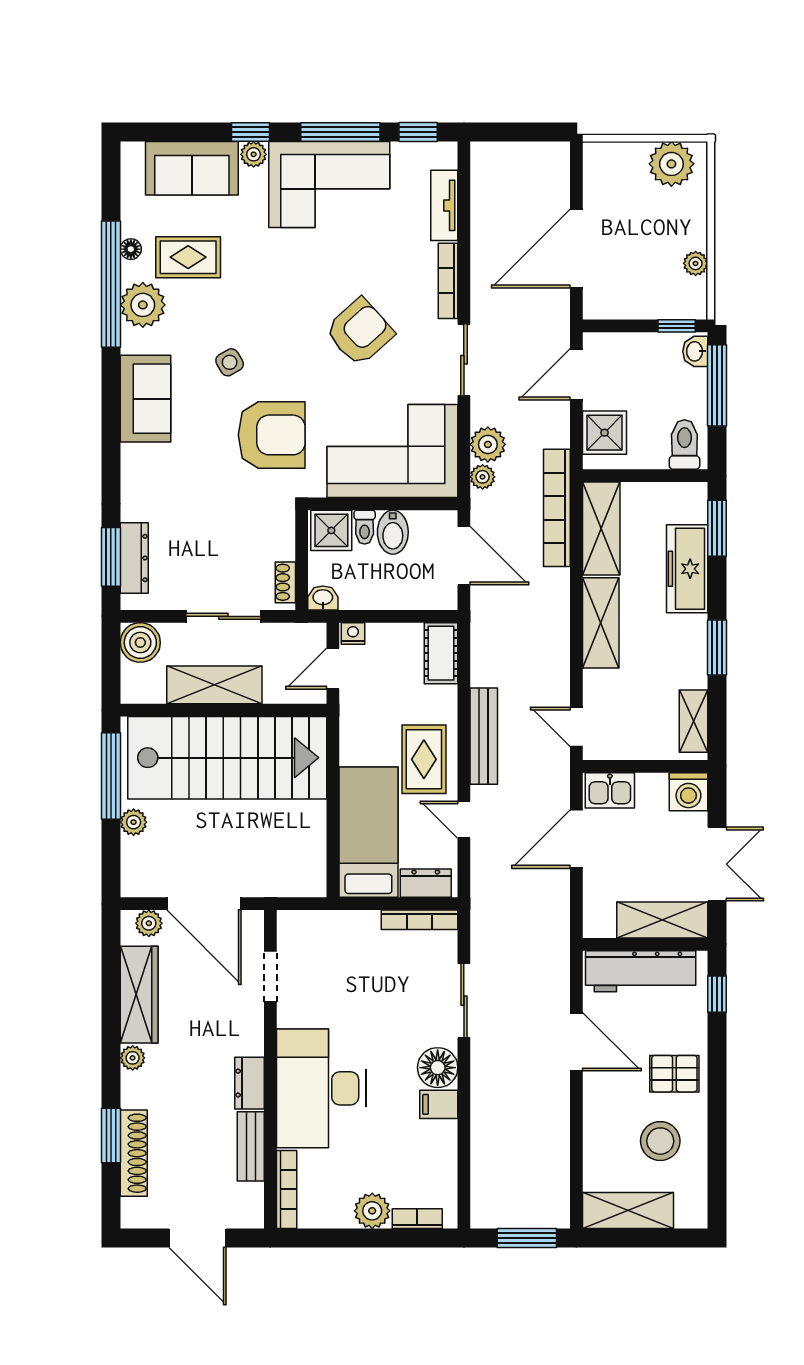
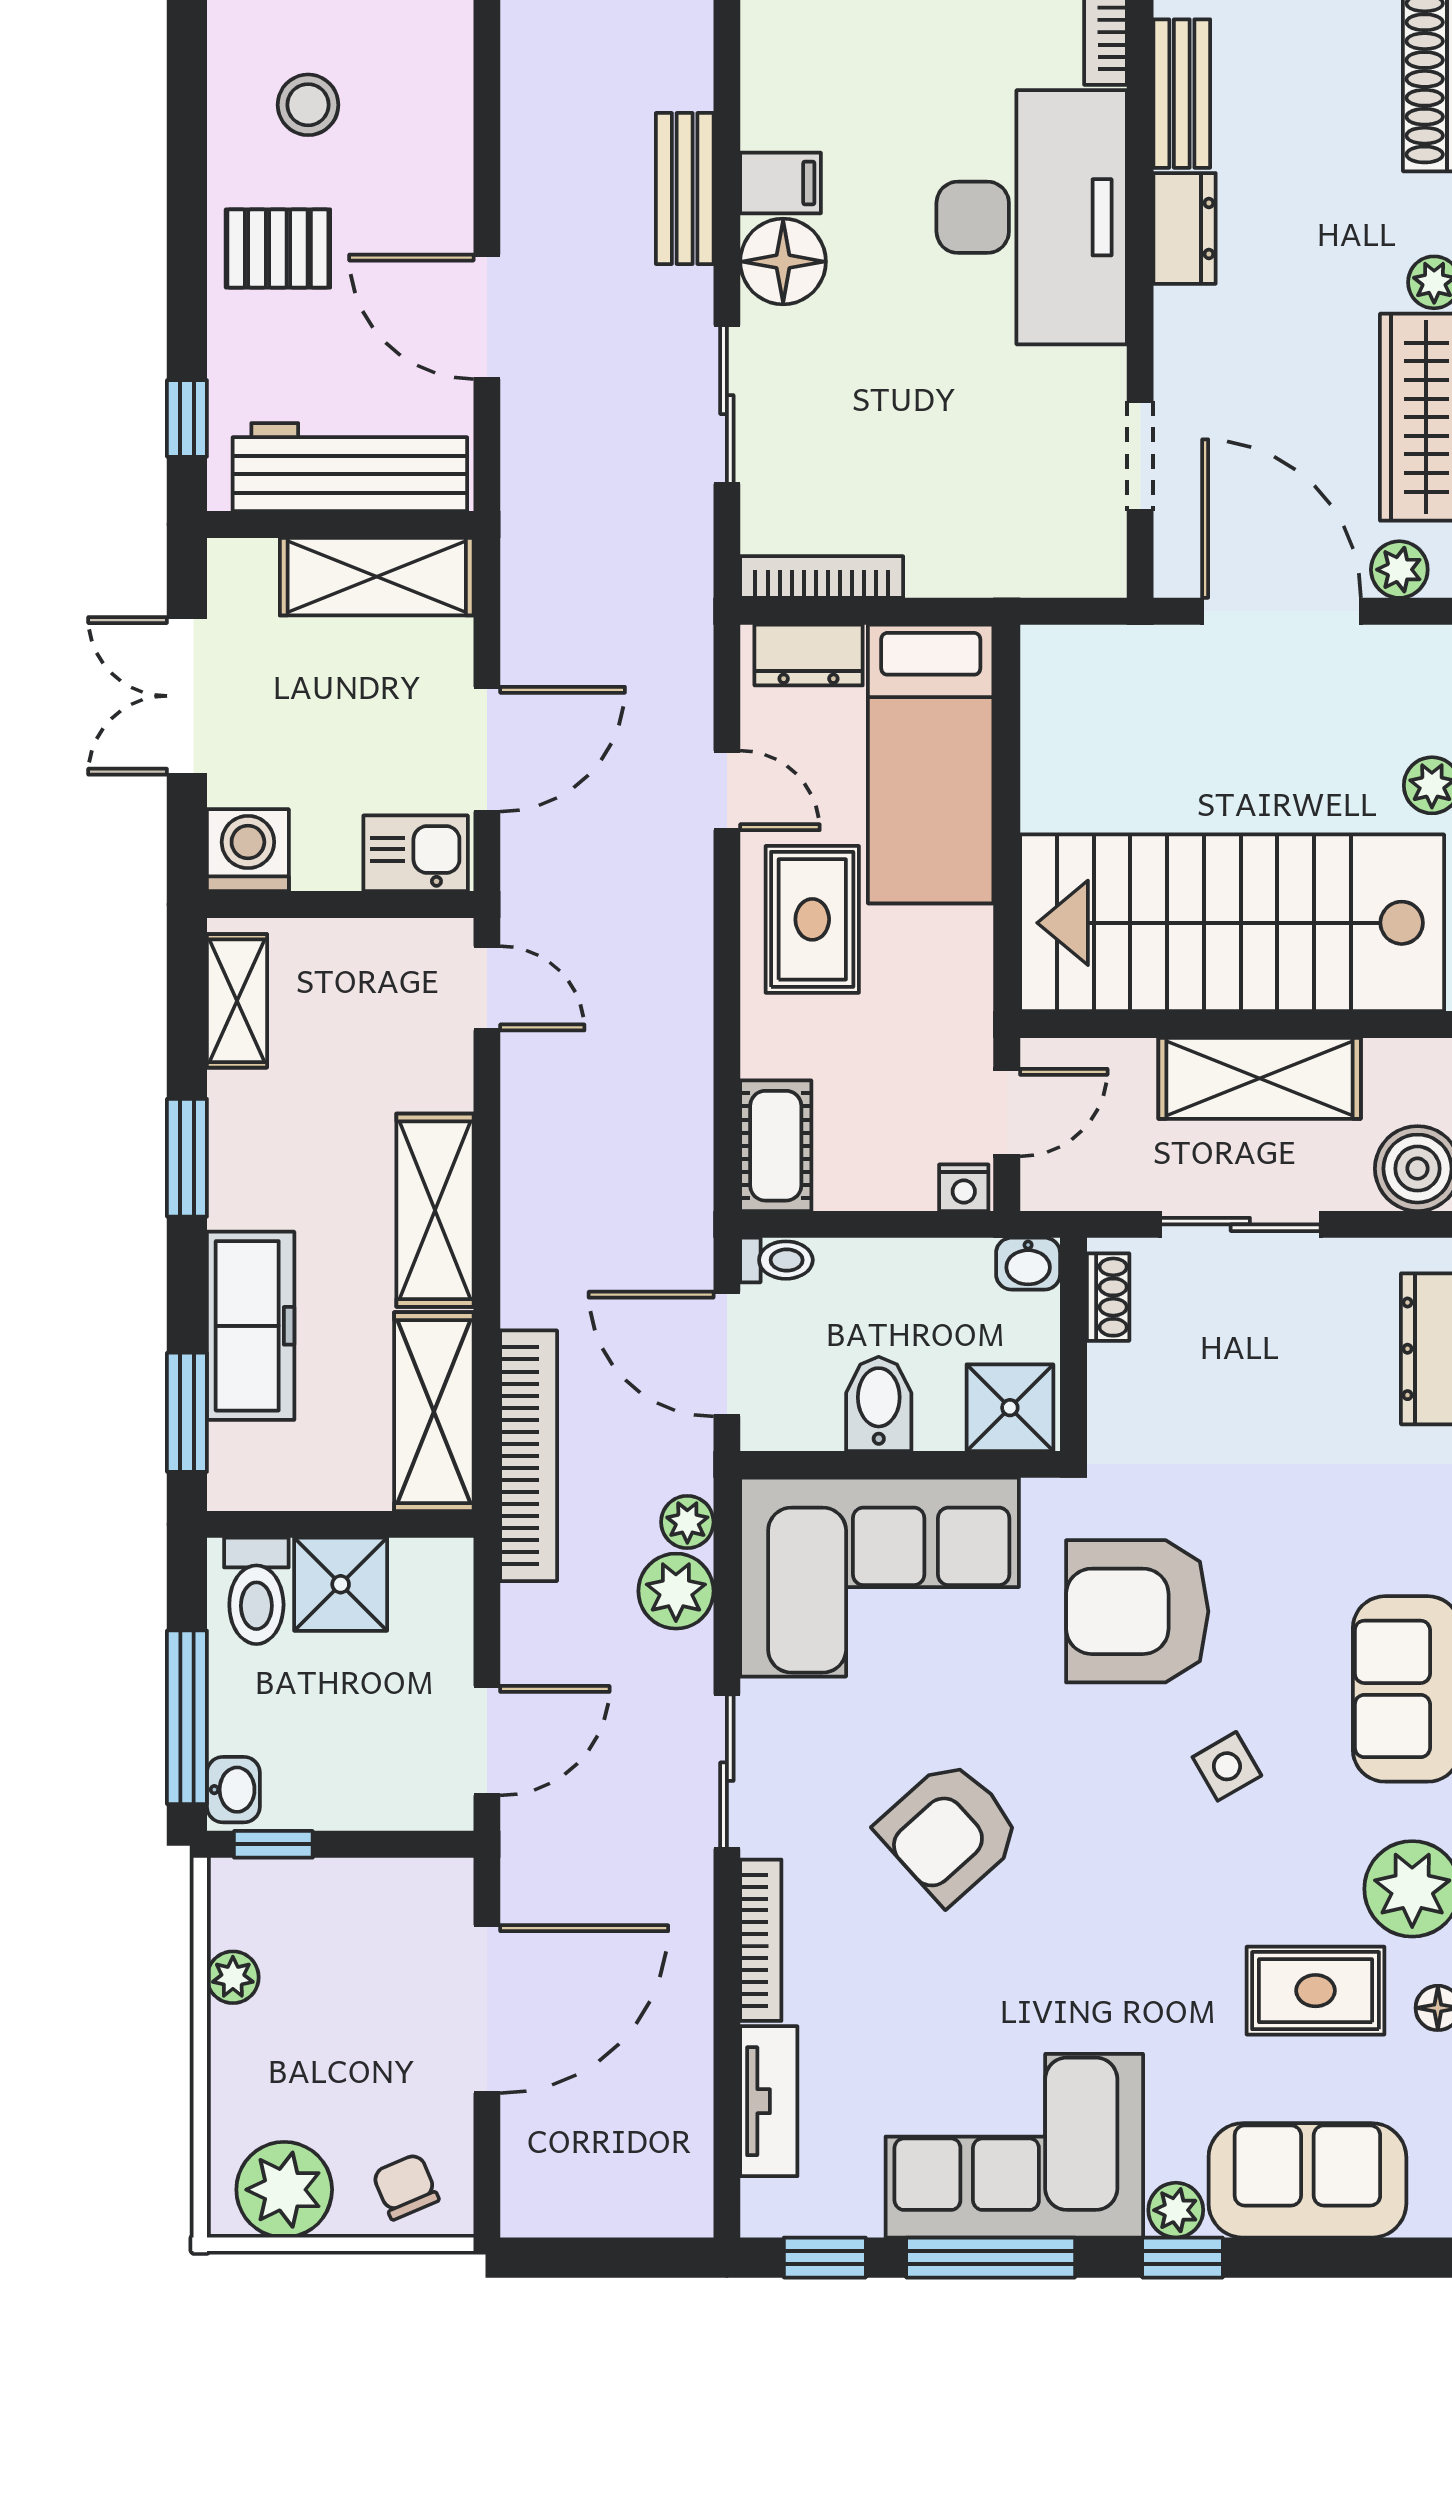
chair: (615, 165) -> (406, 2187), added
shower: (605, 433) -> (341, 1584), moved
toilet: (365, 527) -> (776, 1260), moved, turned 90
bench: (484, 736) -> (685, 188), moved, width x0.73
shelving: (662, 920) -> (377, 577), moved
stool: (660, 1141) -> (308, 105), width x0.73, depth x0.73

